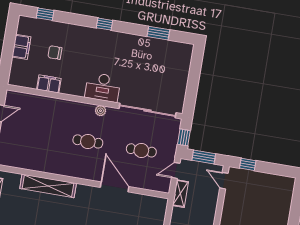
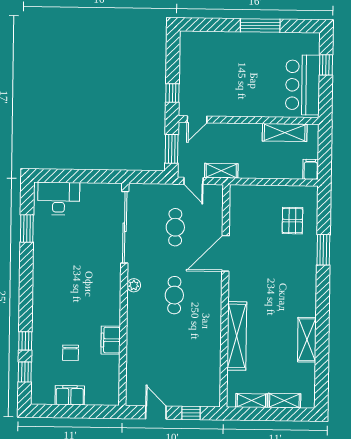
window: (104, 24) -> (25, 341), moved
filing cabinet: (49, 84) -> (111, 340), moved
desk: (103, 87) -> (59, 198), moved, turned -90
window: (184, 137) -> (151, 177), removed

